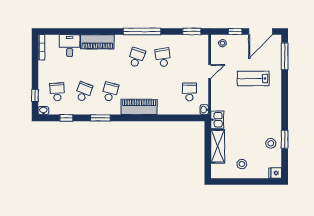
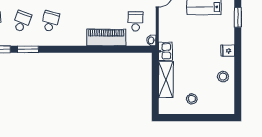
piano: (139, 107) -> (106, 37), moved
window: (100, 118) -> (28, 49), moved
window: (285, 139) -> (238, 17), moved
fridge: (275, 173) -> (228, 51), moved

